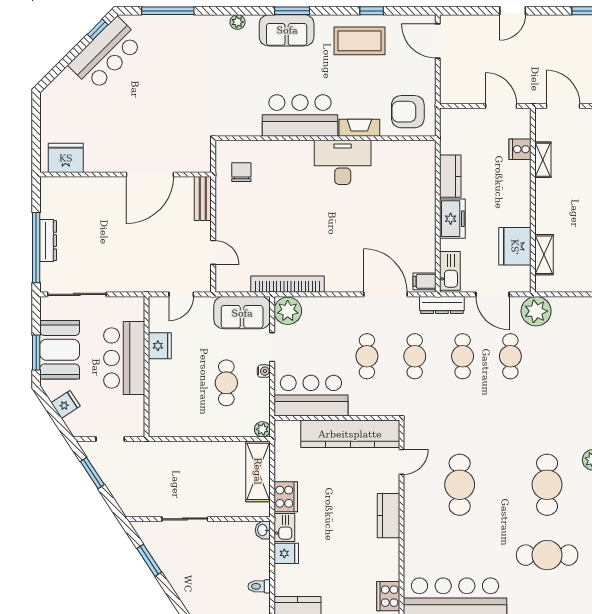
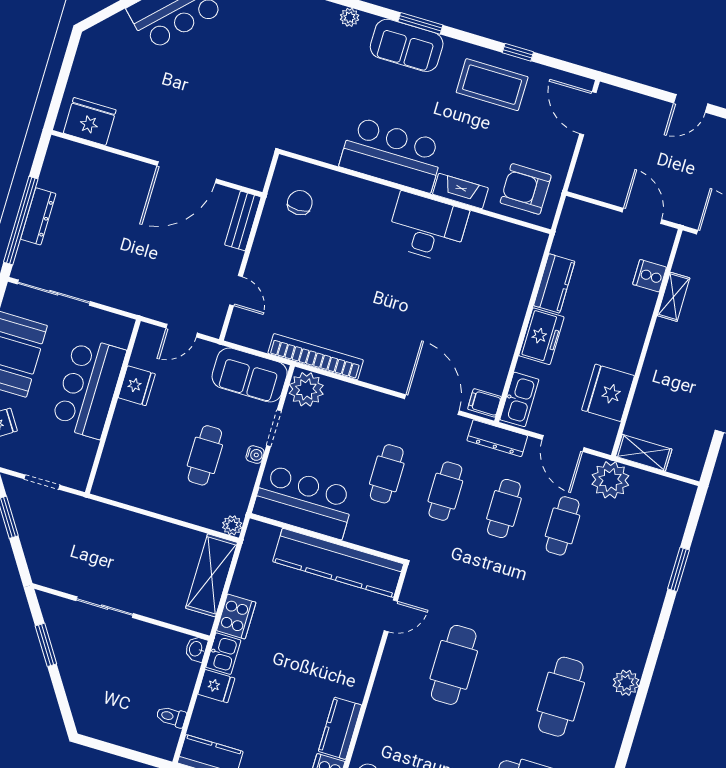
shelving: (544, 255) -> (644, 453), moved, turned 90
kitchen counter: (388, 516) -> (340, 728), moved

